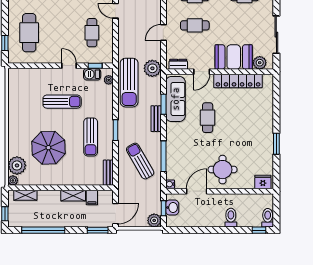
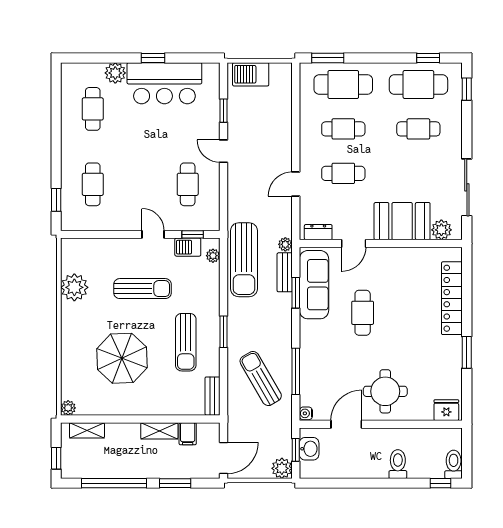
cafe table: (29, 33) -> (93, 184), width x0.73, depth x0.74
plant: (152, 68) -> (285, 244), width x0.53, depth x0.53
locker: (238, 81) -> (452, 298), moved, turned 90
bench: (156, 119) -> (285, 272), moved
plant: (17, 165) -> (74, 287), moved
window: (98, 230) -> (175, 483), moved

